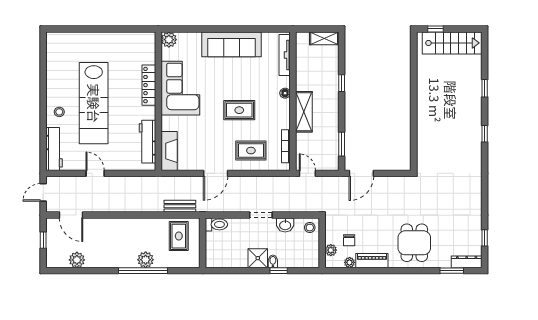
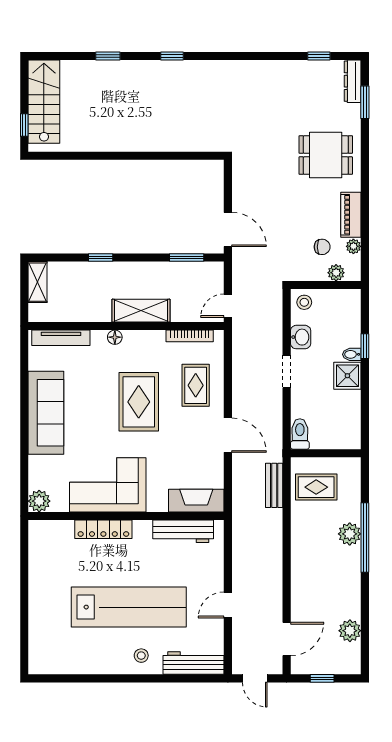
rug: (239, 110) -> (139, 402), width x1.36, depth x1.43

